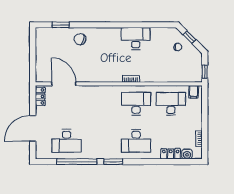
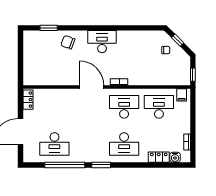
desk: (136, 39) -> (102, 42), moved
door: (64, 84) -> (92, 87), moved

